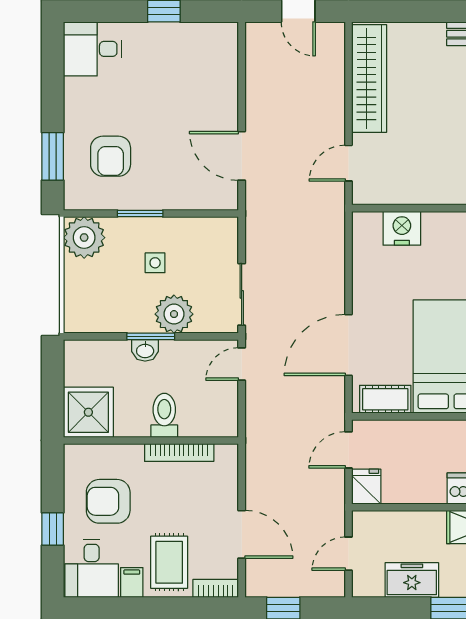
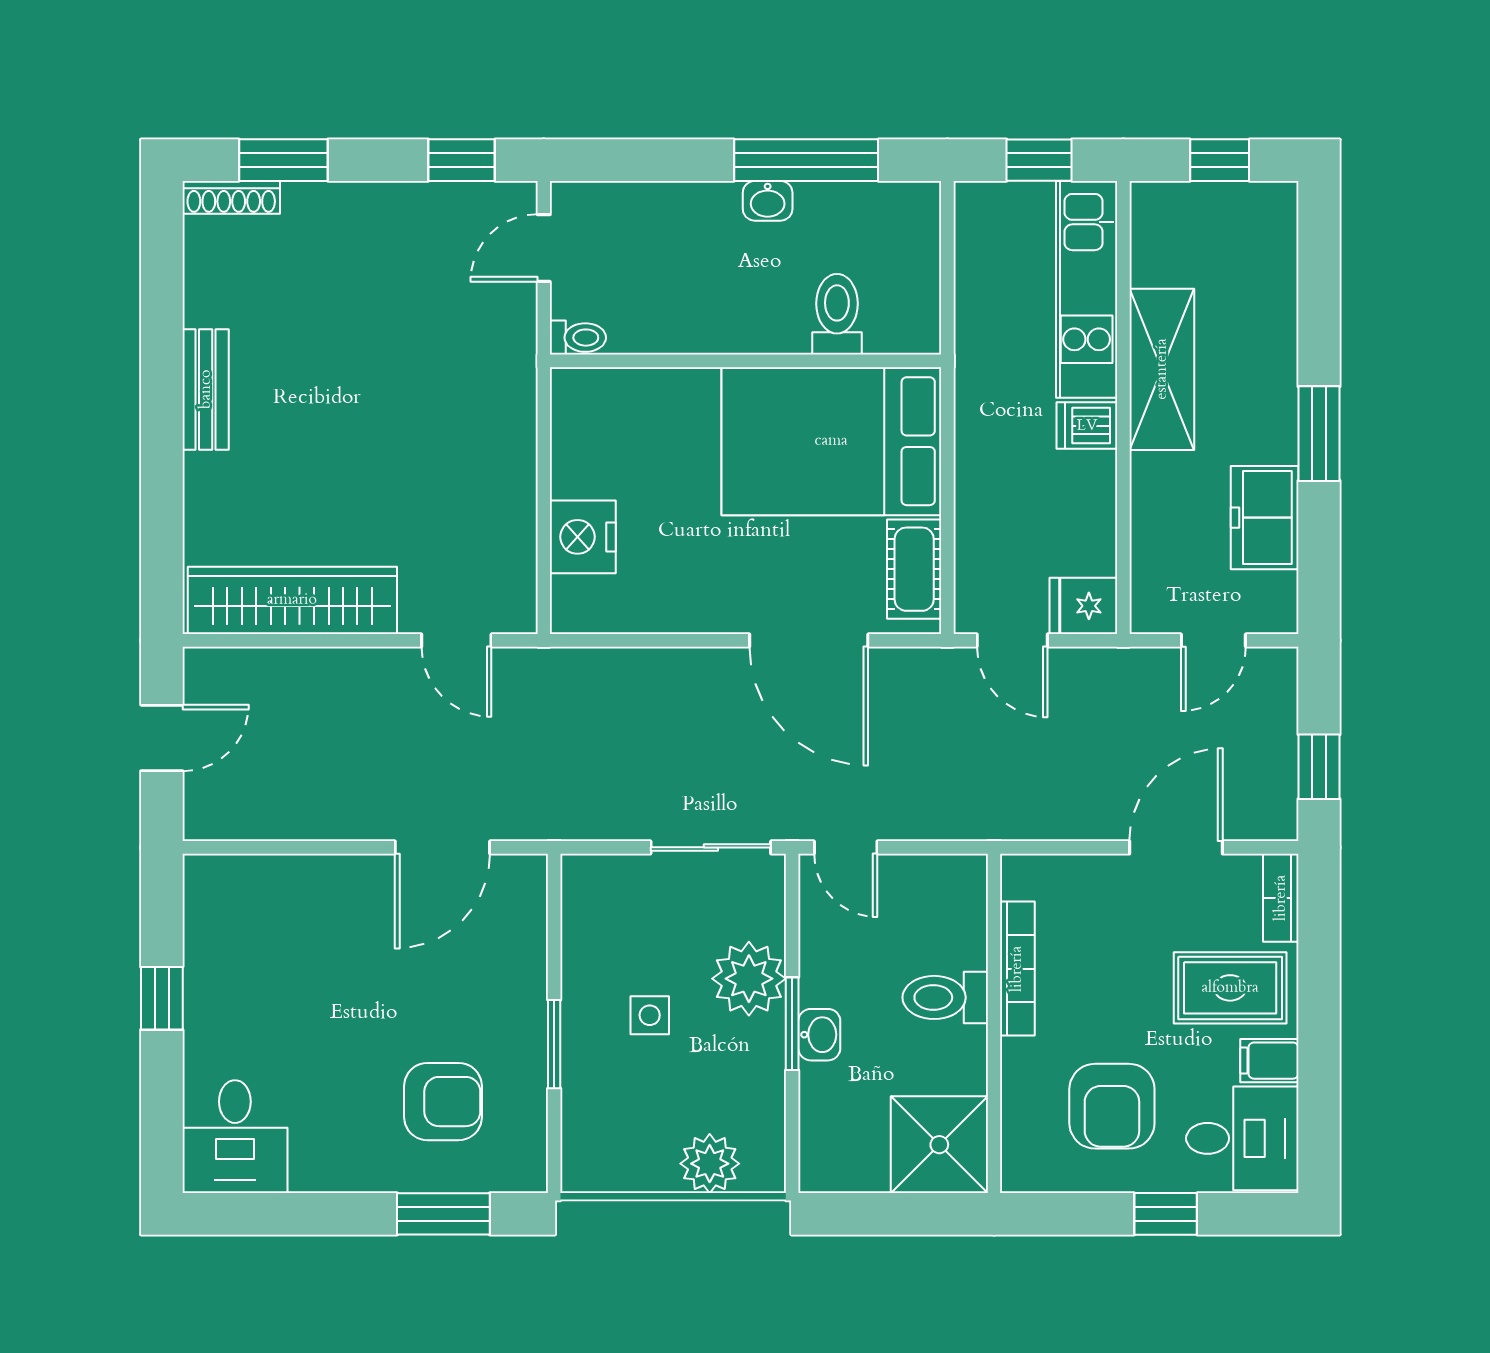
plant: (84, 238) -> (710, 1164), moved, width x0.73, depth x0.73
door: (348, 554) -> (1213, 640), hinge flipped

